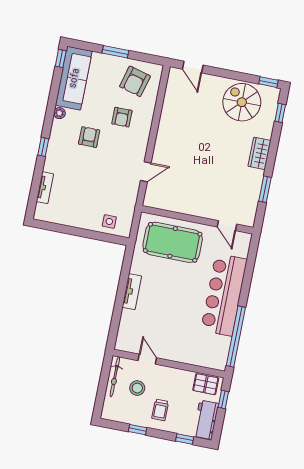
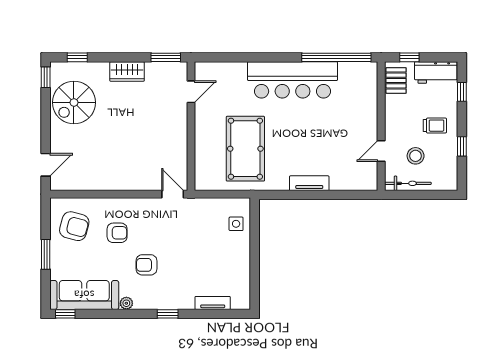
wall: (197, 220) -> (191, 126), moved
door: (227, 226) -> (191, 92), moved

